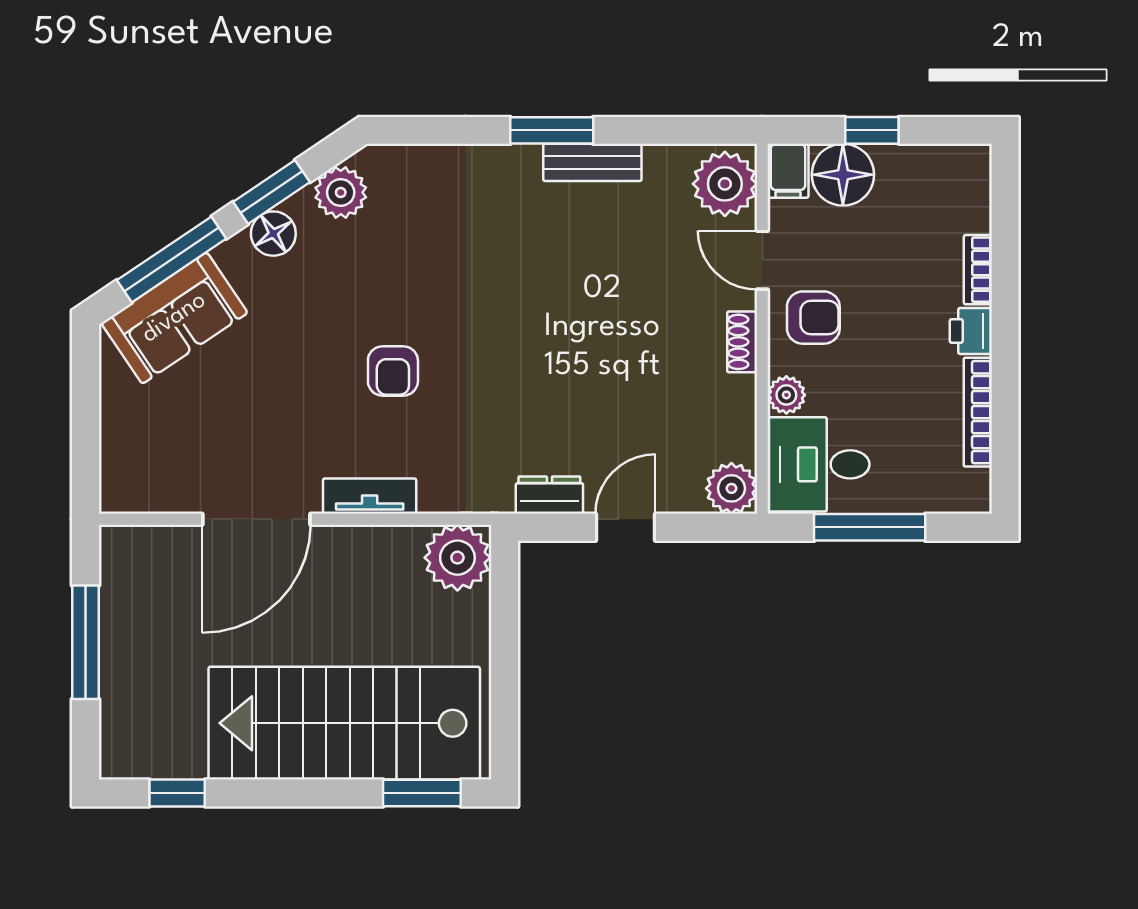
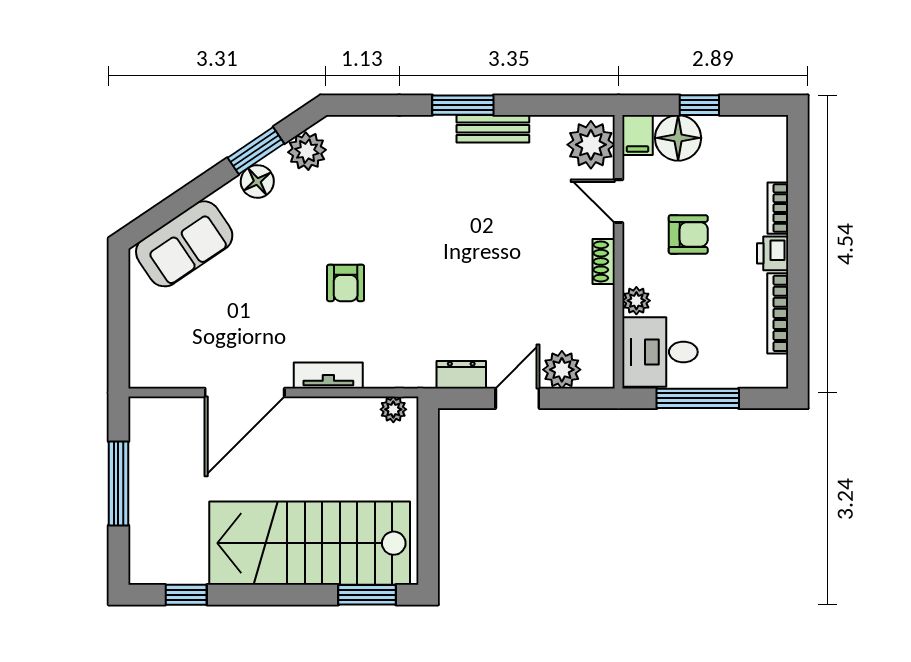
window: (172, 259) -> (182, 201), removed
armchair: (813, 318) -> (688, 234), moved
plant: (731, 488) -> (562, 370), moved
plant: (457, 558) -> (393, 409), width x0.53, depth x0.53

